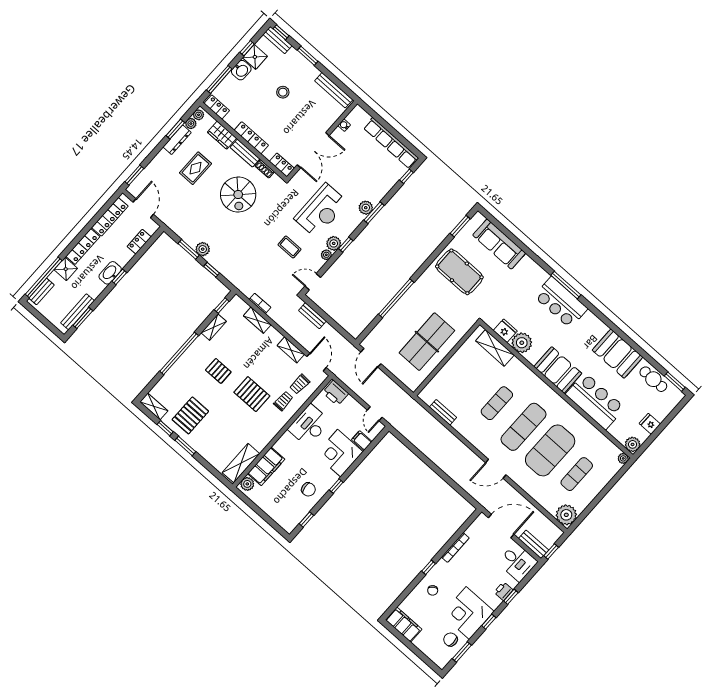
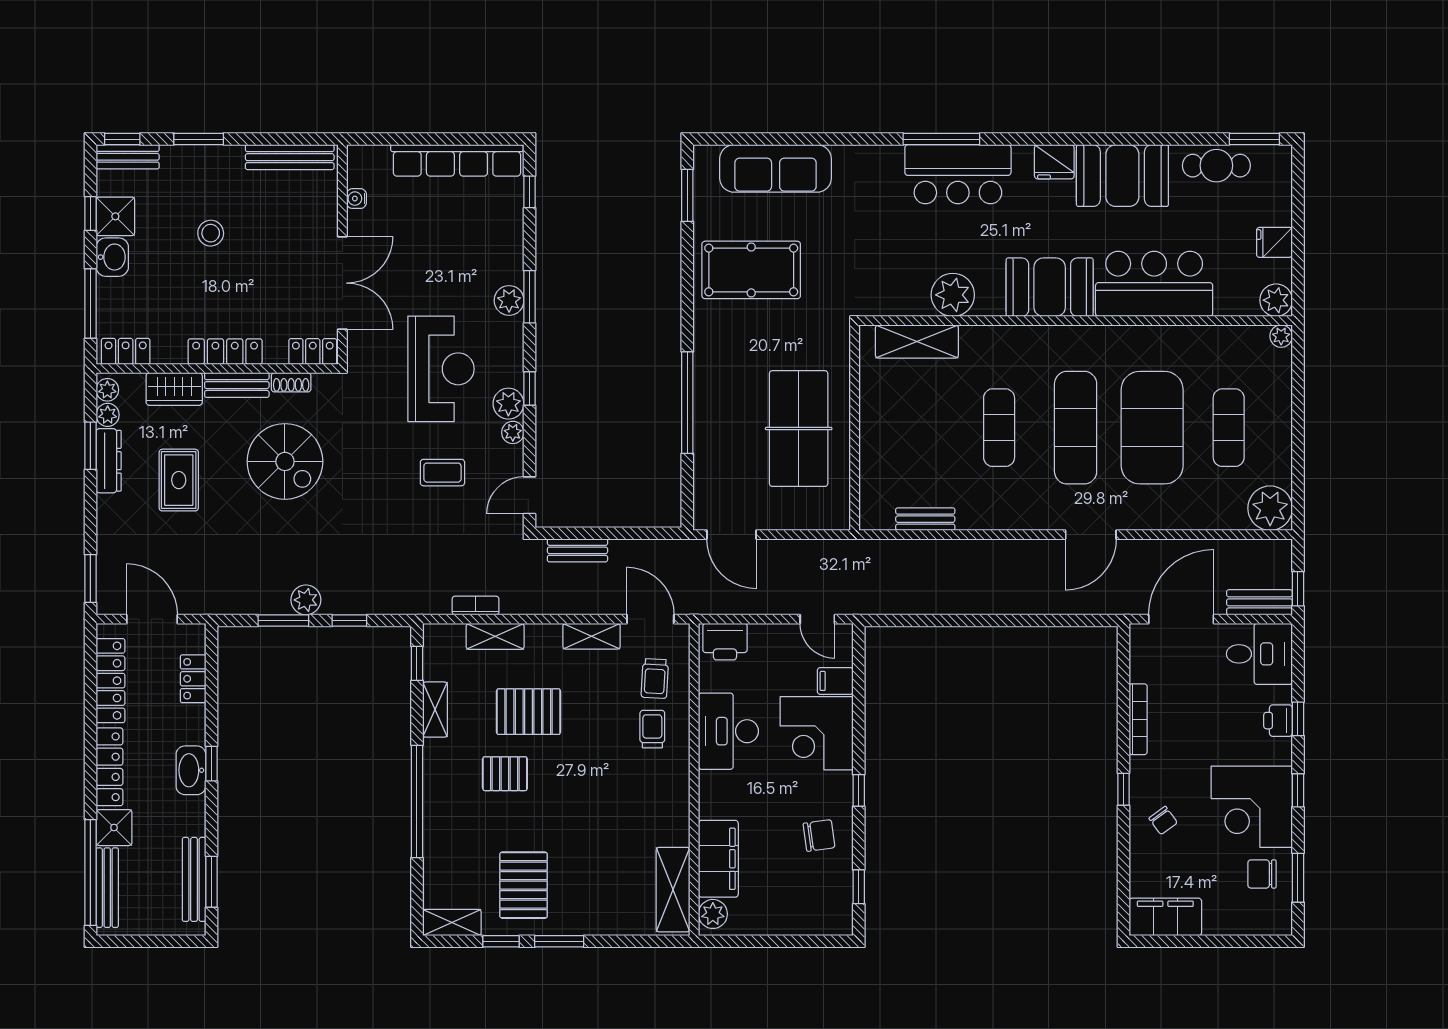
bench: (42, 291) -> (107, 888), width x1.36
fridge: (505, 331) -> (1054, 162), moved, turned 180
pallet: (252, 394) -> (528, 712), moved

